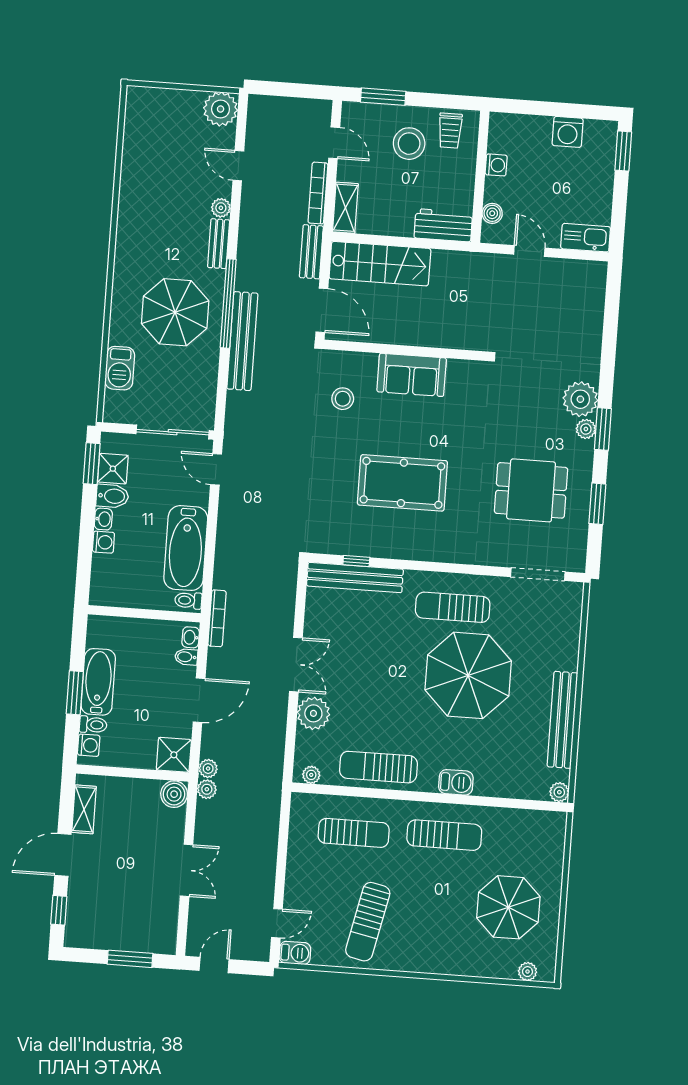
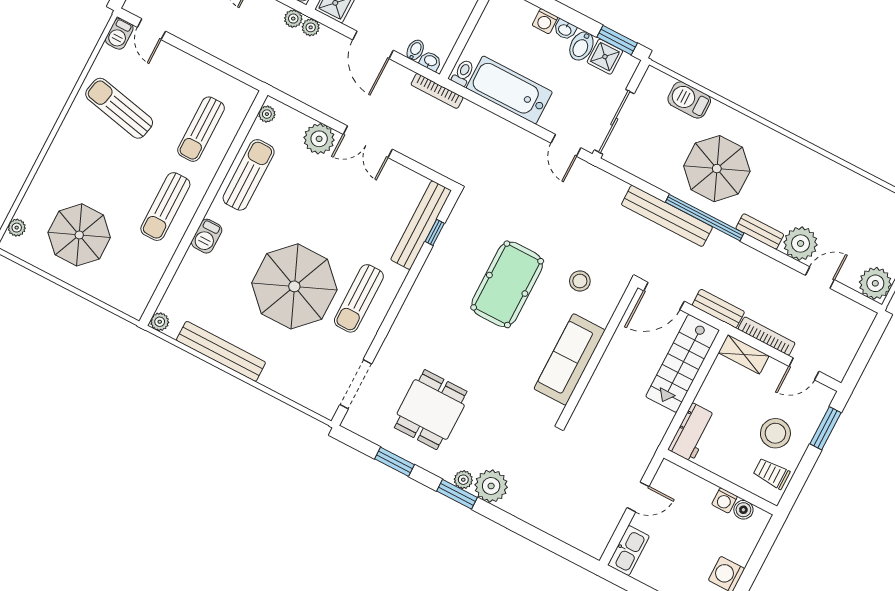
plant: (221, 208) -> (801, 243), width x1.88, depth x1.88
boiler: (492, 213) -> (743, 510), moved
sofa: (412, 375) -> (570, 359), width x1.36
door: (216, 469) -> (566, 145), swing flipped
pool table: (402, 483) -> (507, 284), moved
sun lounger: (453, 607) -> (359, 298), turned 180

